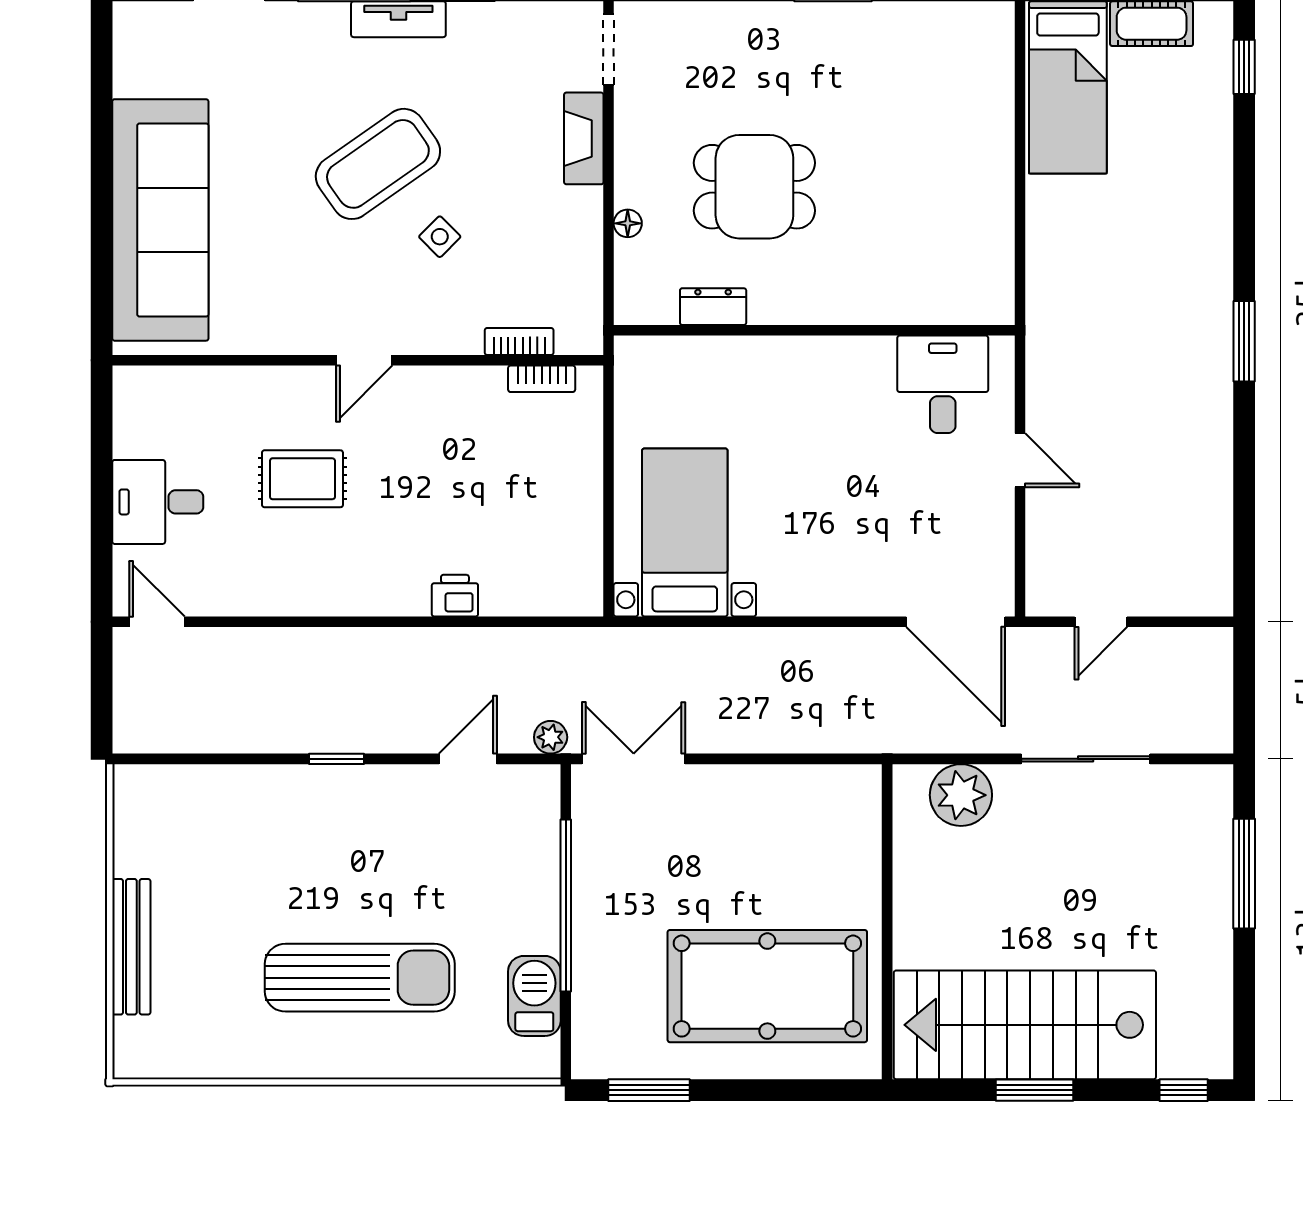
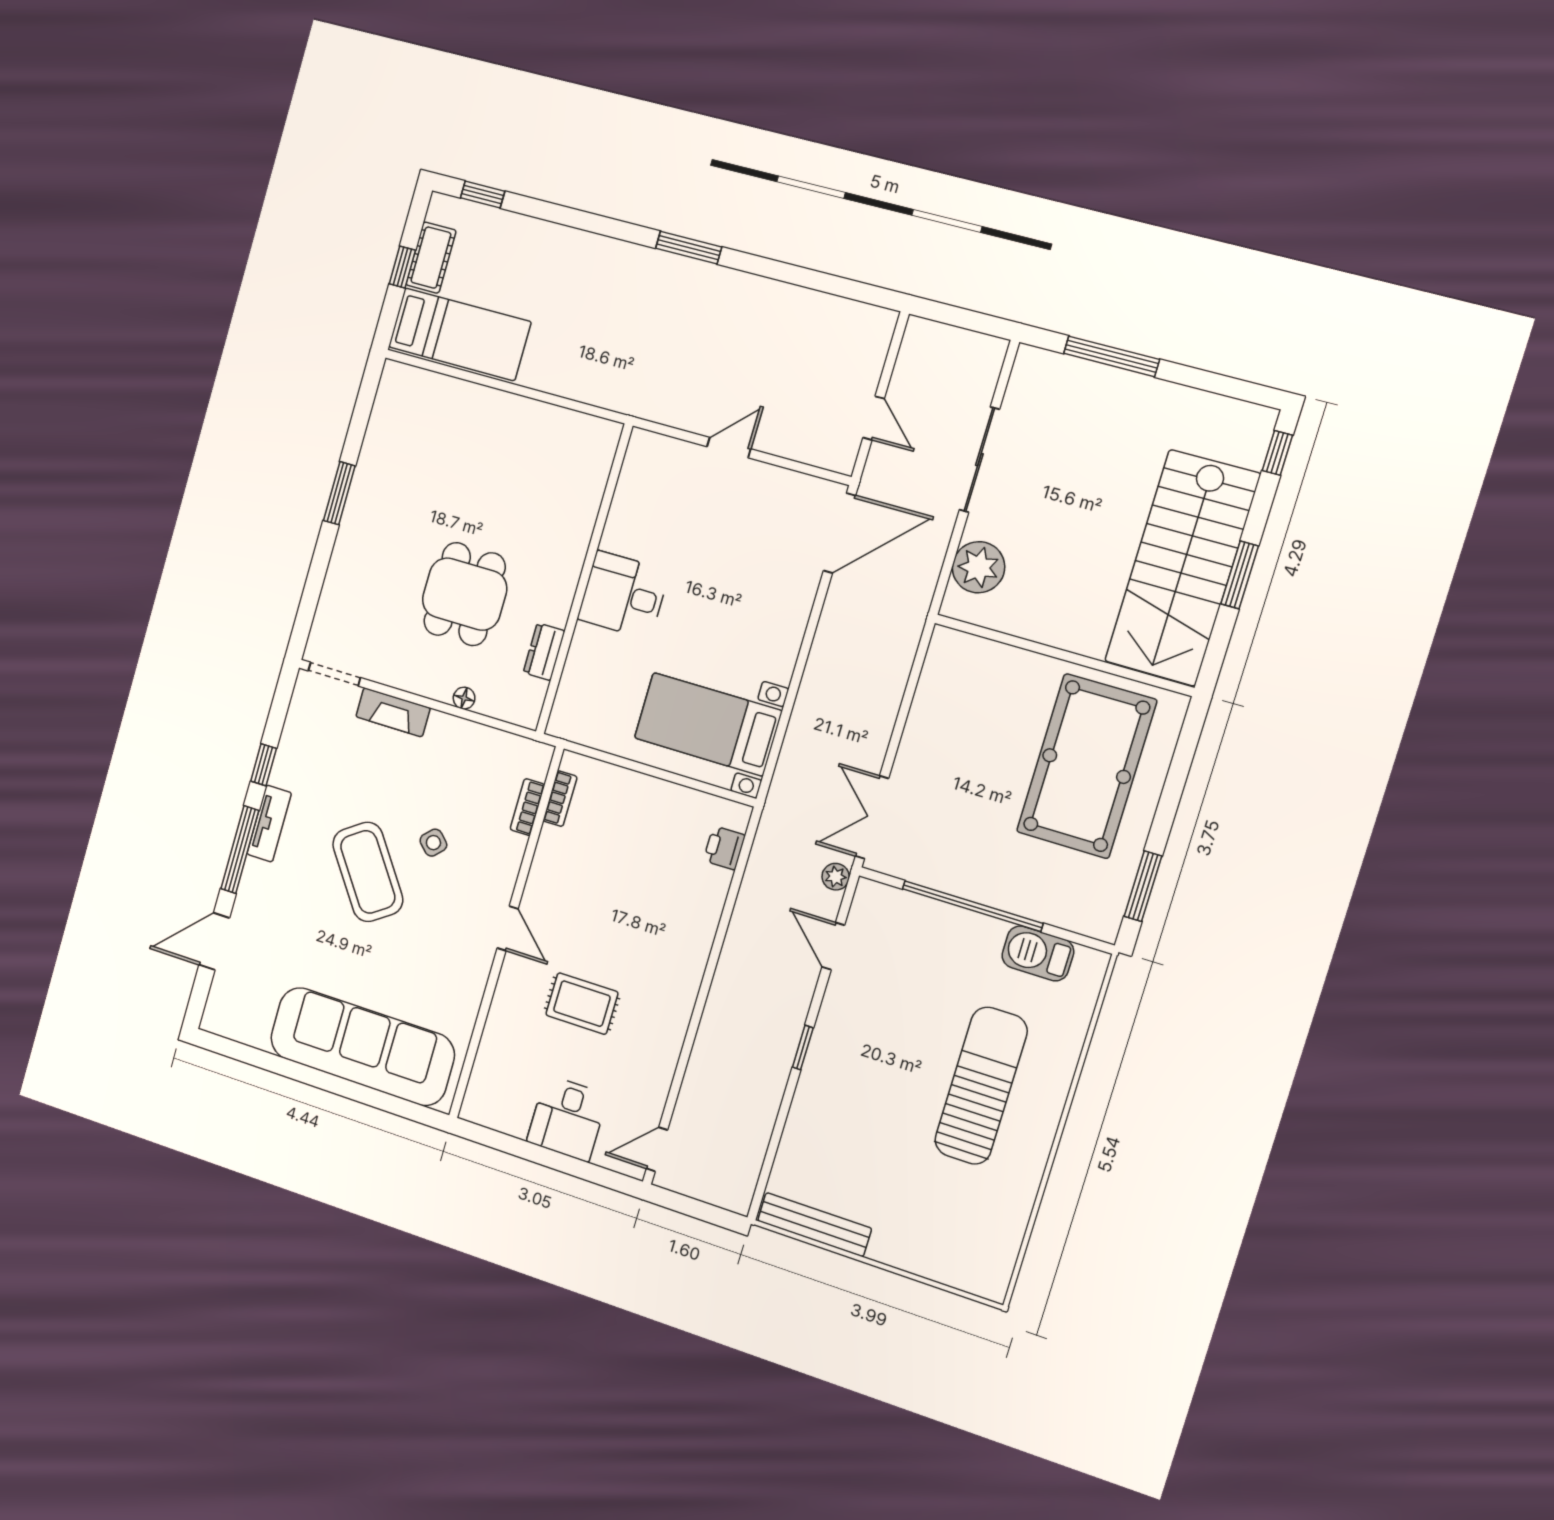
desk: (943, 384) -> (624, 595), moved
rug: (302, 479) -> (582, 1004), turned 90
printer: (455, 596) -> (724, 848), moved
bench: (131, 947) -> (814, 1225), moved

